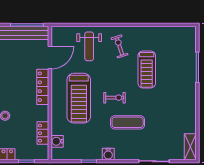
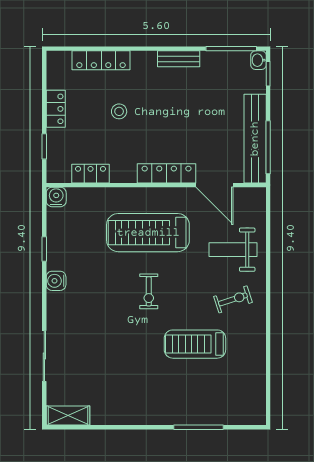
exercise mat: (128, 122) -> (108, 313), removed
water cooler: (57, 141) -> (56, 197), moved

